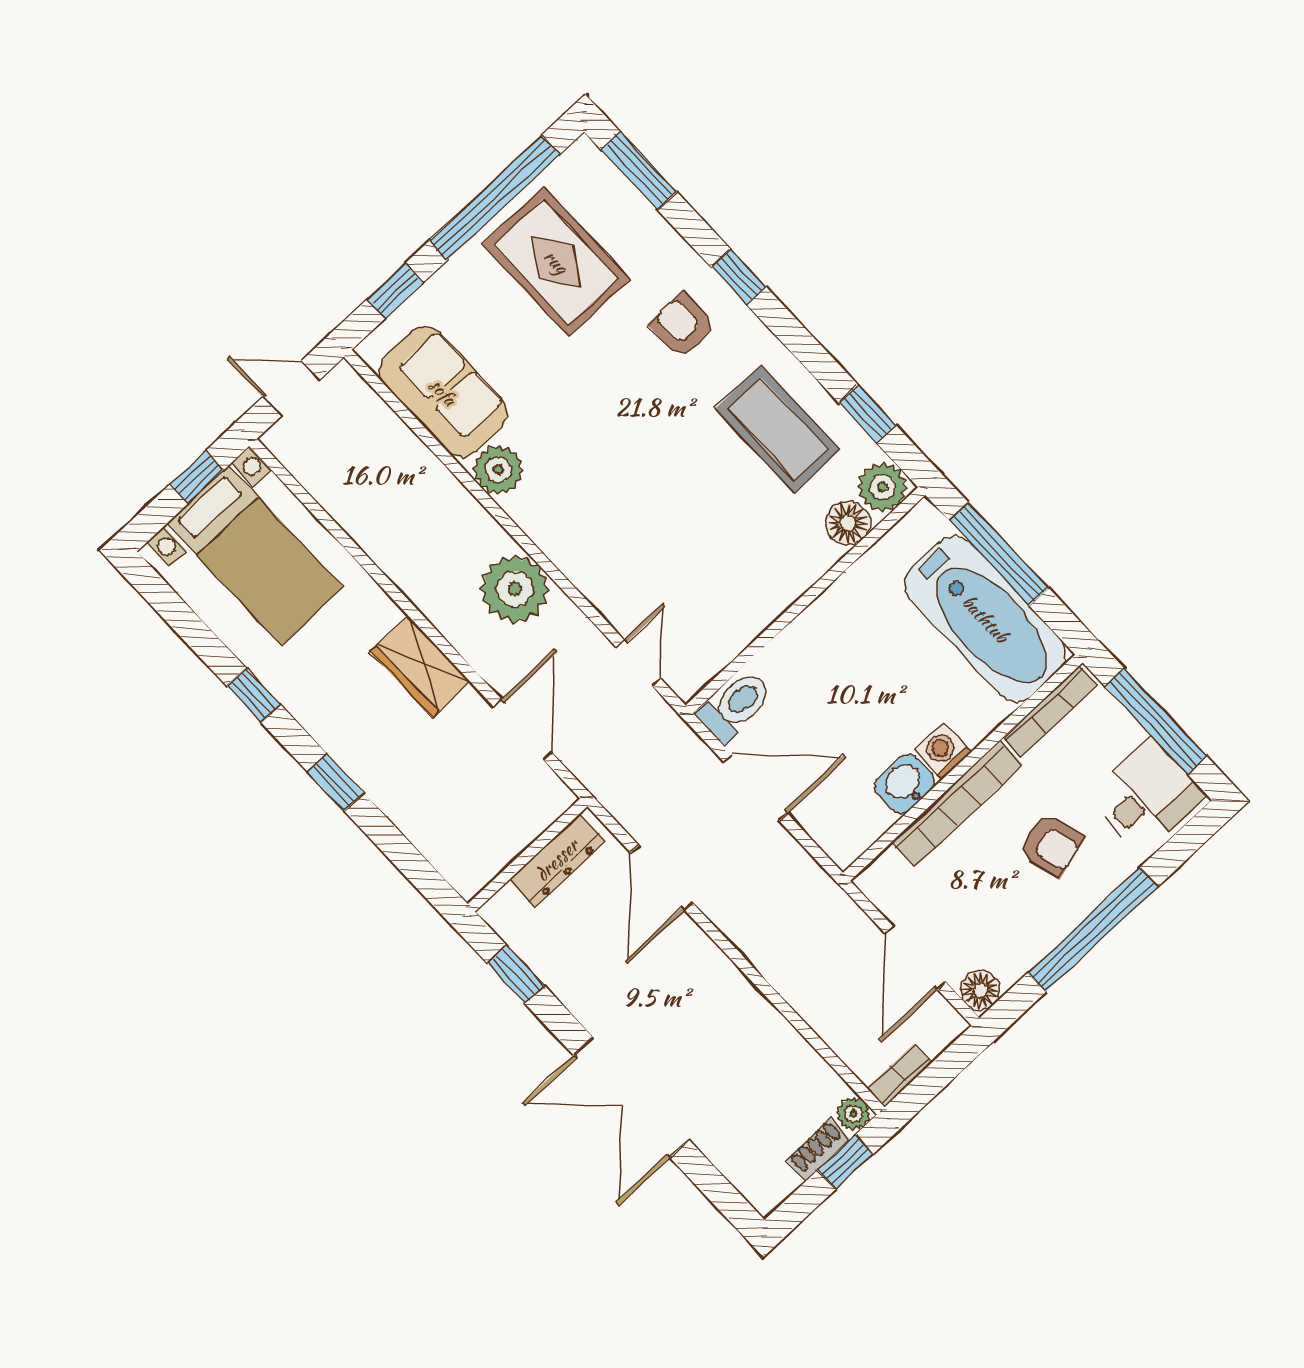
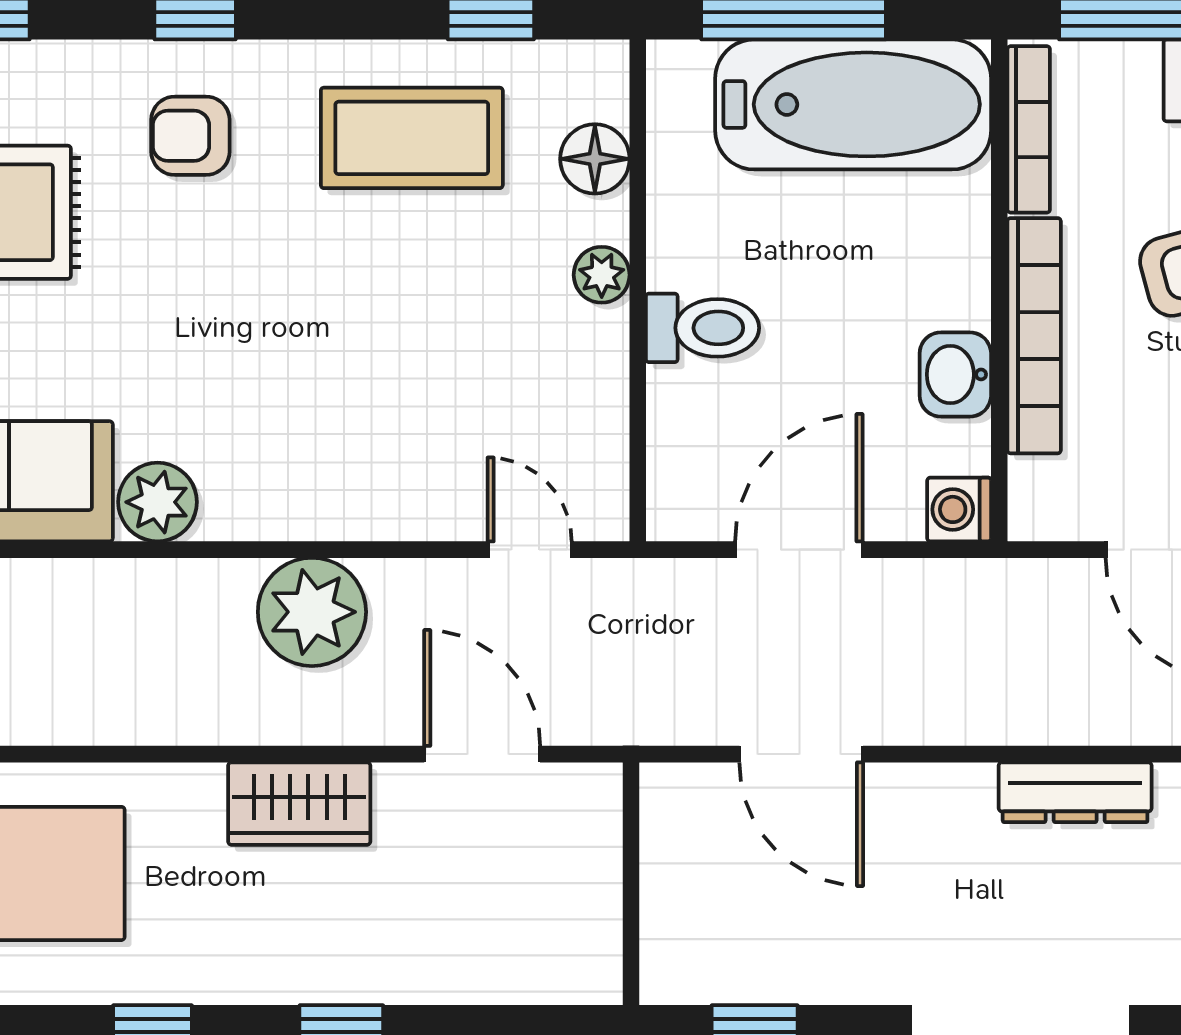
plant: (883, 487) -> (602, 275), moved, width x0.73, depth x0.73
toilet: (735, 706) -> (703, 328), moved, turned 90
washing machine: (943, 751) -> (959, 509), moved
dresser: (557, 860) -> (1075, 792), moved, turned 90

